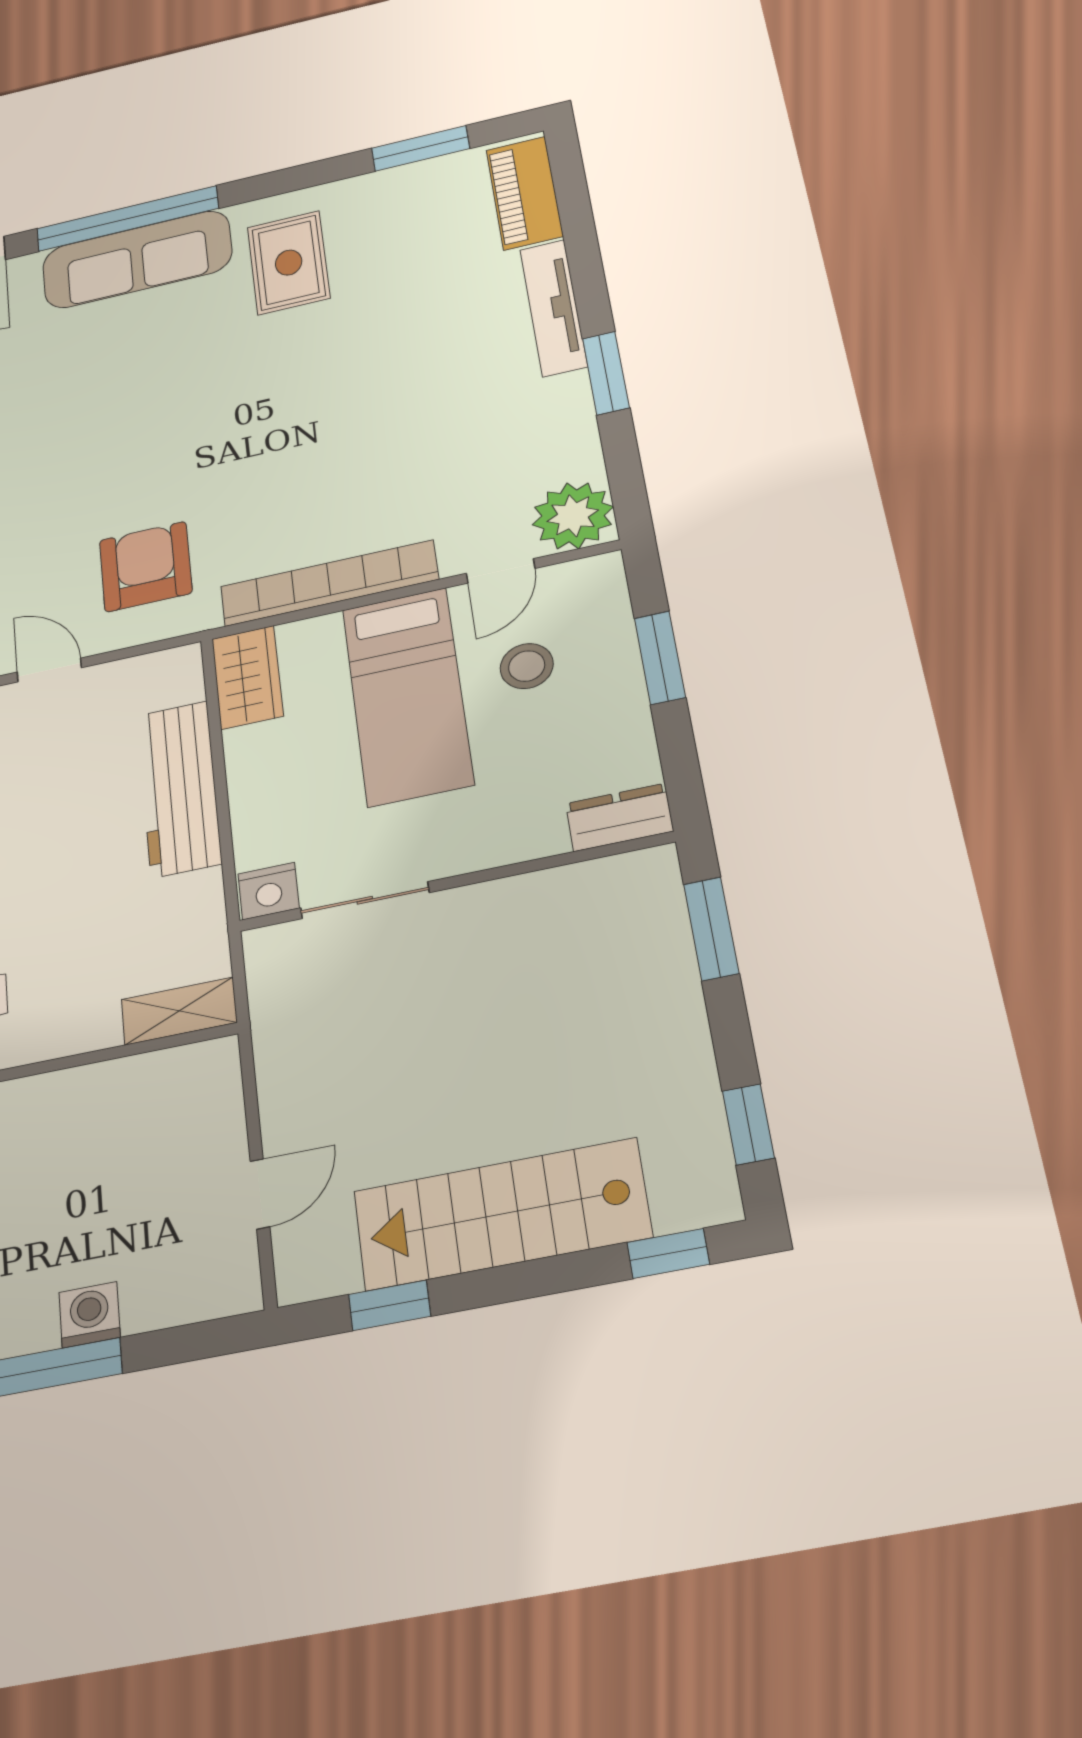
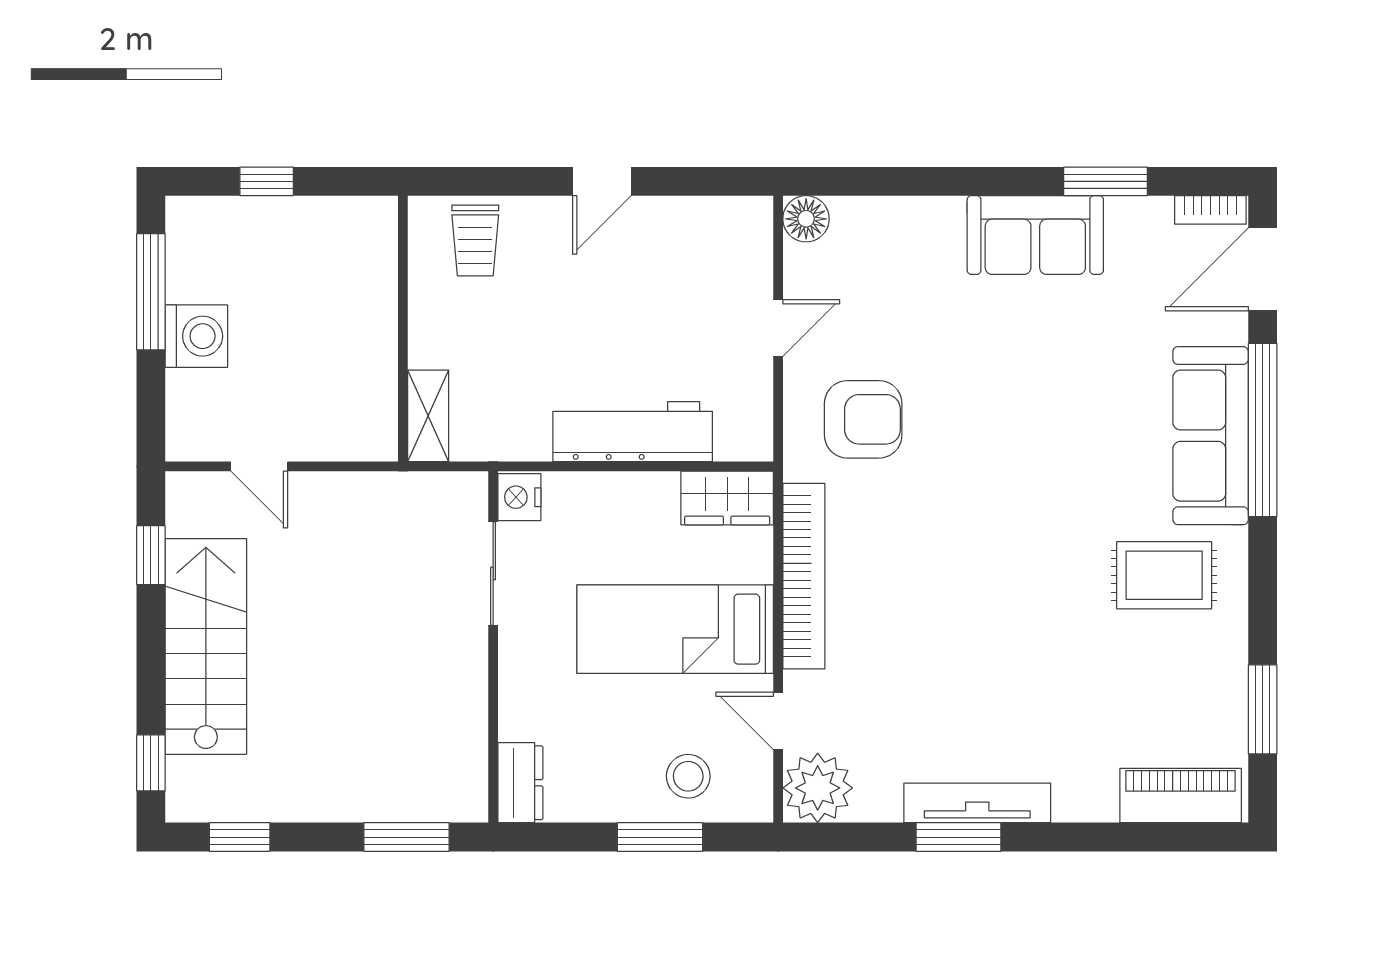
tv unit: (553, 308) -> (977, 803), moved
stool: (527, 666) -> (688, 776), moved
washing machine: (89, 1315) -> (196, 336), width x1.38, depth x1.38

